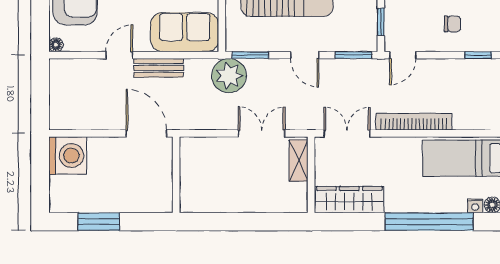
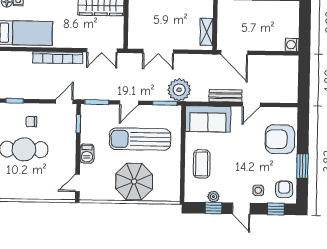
floor lamp: (56, 45) -> (293, 112), removed
door: (305, 55) -> (129, 103), swing flipped
washing machine: (68, 156) -> (292, 45), width x0.53, depth x0.53
shelving: (299, 161) -> (207, 32), moved

